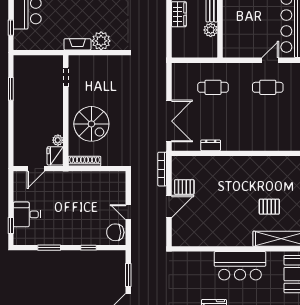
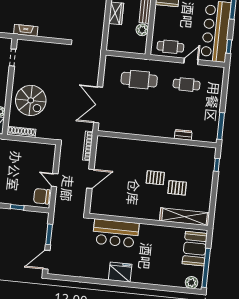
plant: (101, 41) -> (47, 29), removed
cafe table: (245, 46) -> (170, 47), added
cafe table: (213, 87) -> (139, 80), width x1.37, depth x1.35
double door: (169, 121) -> (98, 105), swing flipped
dresser: (211, 145) -> (183, 135), moved
pallet: (184, 187) -> (155, 178), moved
bar counter: (240, 266) -> (116, 233), moved

